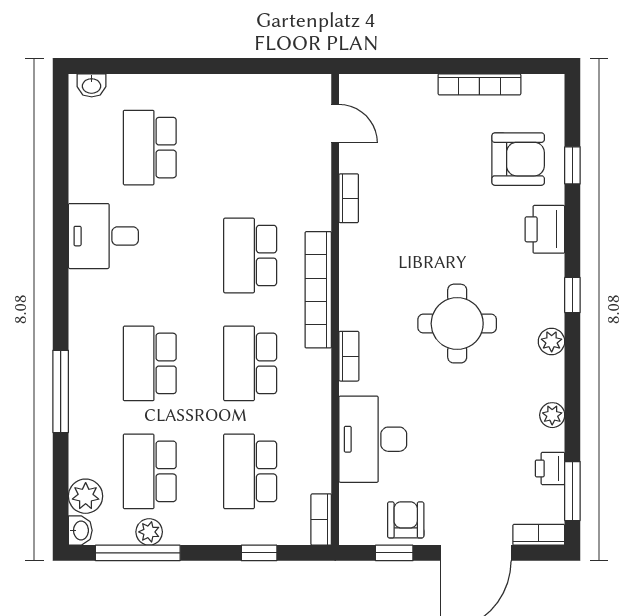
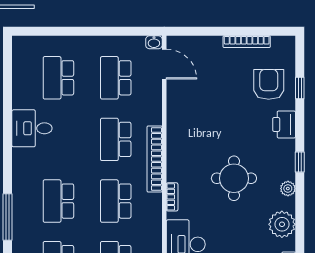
washbasin: (92, 85) -> (154, 42), moved
door: (335, 124) -> (164, 64), width x1.38
school desk: (250, 148) -> (116, 78), added
armchair: (518, 159) -> (269, 84), turned -90
bookcase: (349, 198) -> (172, 107), removed
plant: (552, 415) -> (282, 224), width x1.88, depth x1.88

